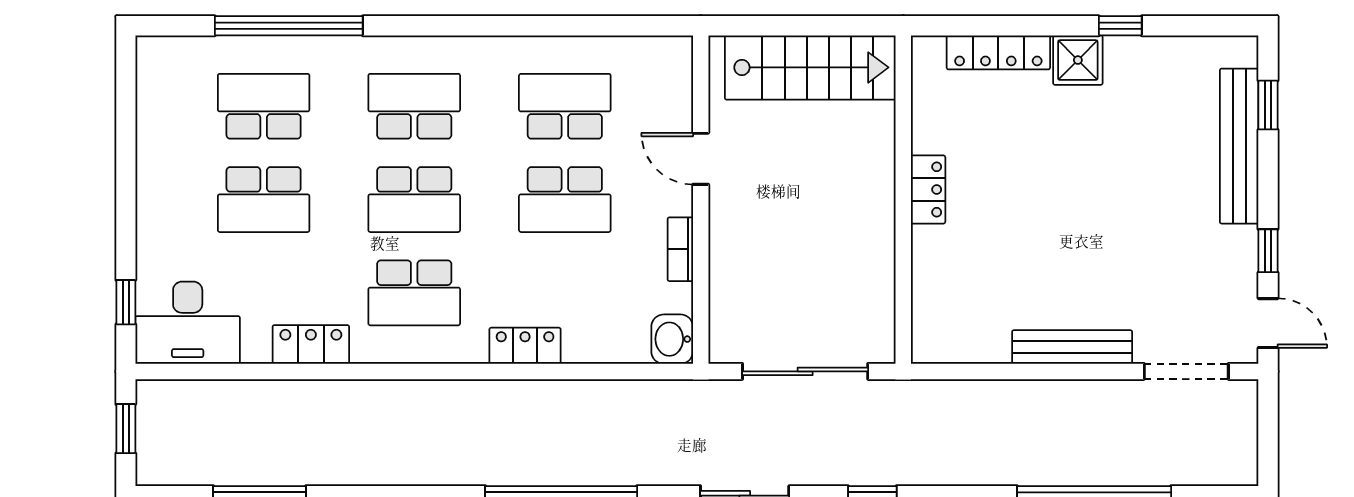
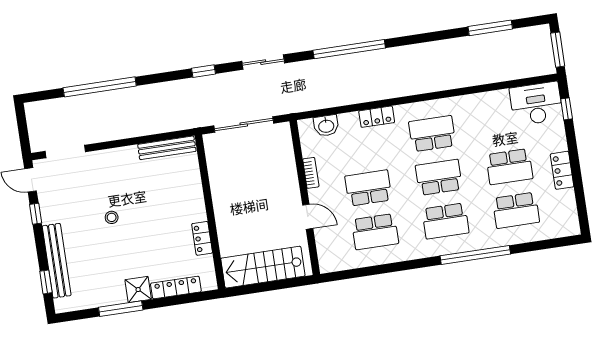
window: (289, 26) -> (475, 255), moved
window: (1120, 26) -> (121, 309), width x2.17
locker: (928, 189) -> (202, 238), moved
school desk: (264, 200) -> (509, 167), turned 180
stool: (1111, 219) -> (112, 217), added
washbasin: (672, 339) -> (326, 126), moved, turned 90
locker: (311, 344) -> (562, 170), moved, turned 90
bench: (1072, 347) -> (167, 148), moved
window: (126, 429) -> (558, 50), width x1.50

